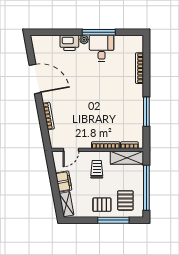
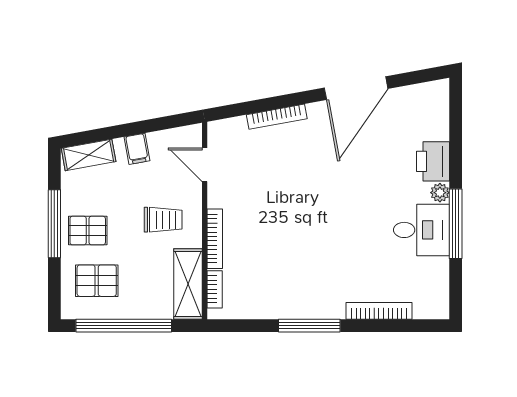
window: (146, 112) -> (309, 326), moved
filing cabinet: (64, 182) -> (137, 149), width x0.50
pallet: (102, 205) -> (88, 231), turned 90
window: (113, 220) -> (54, 224), moved

